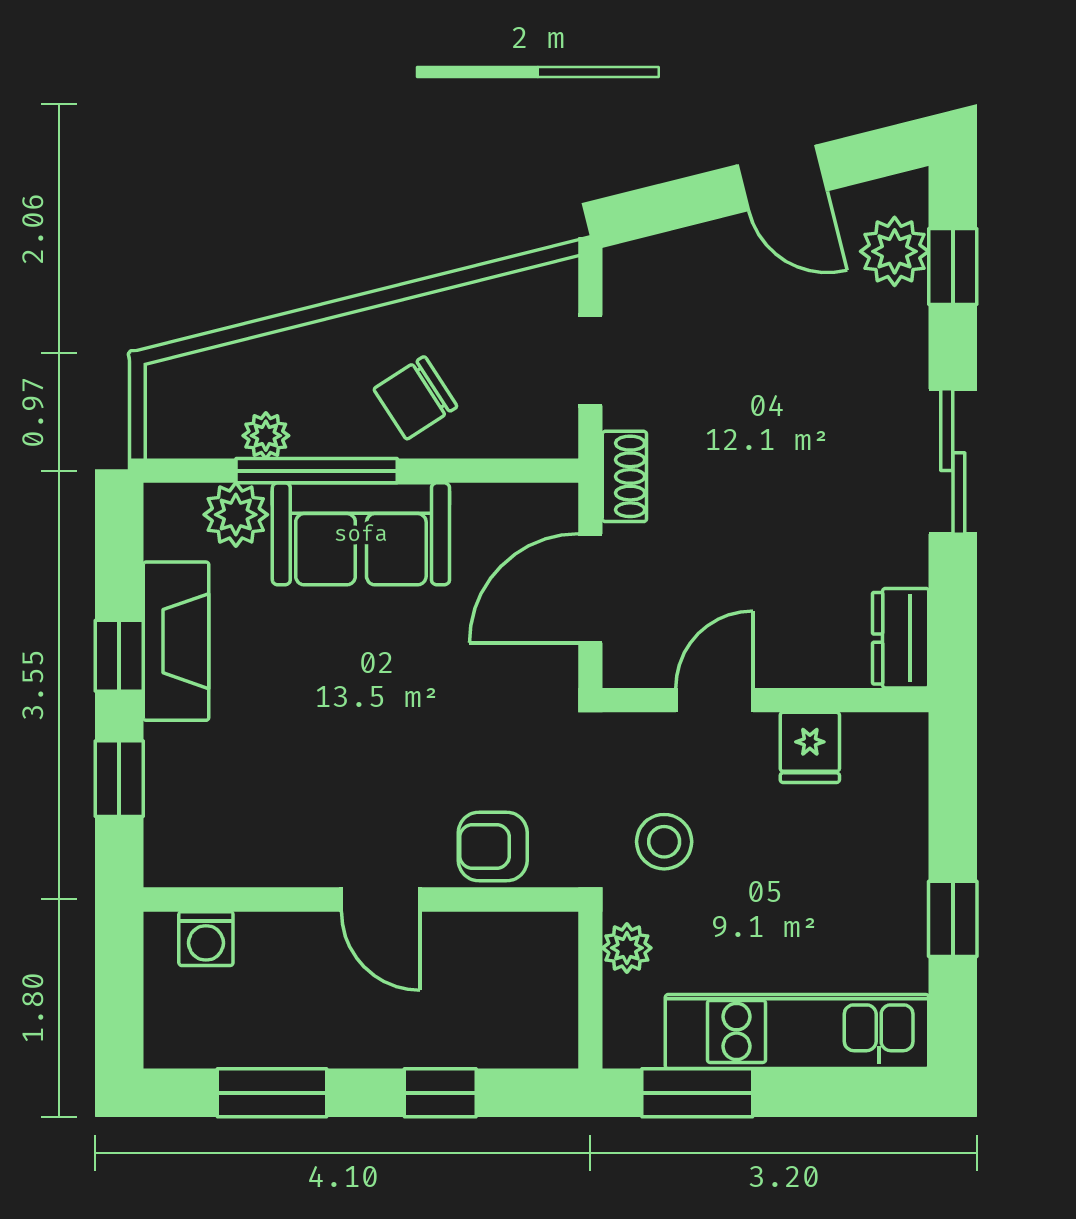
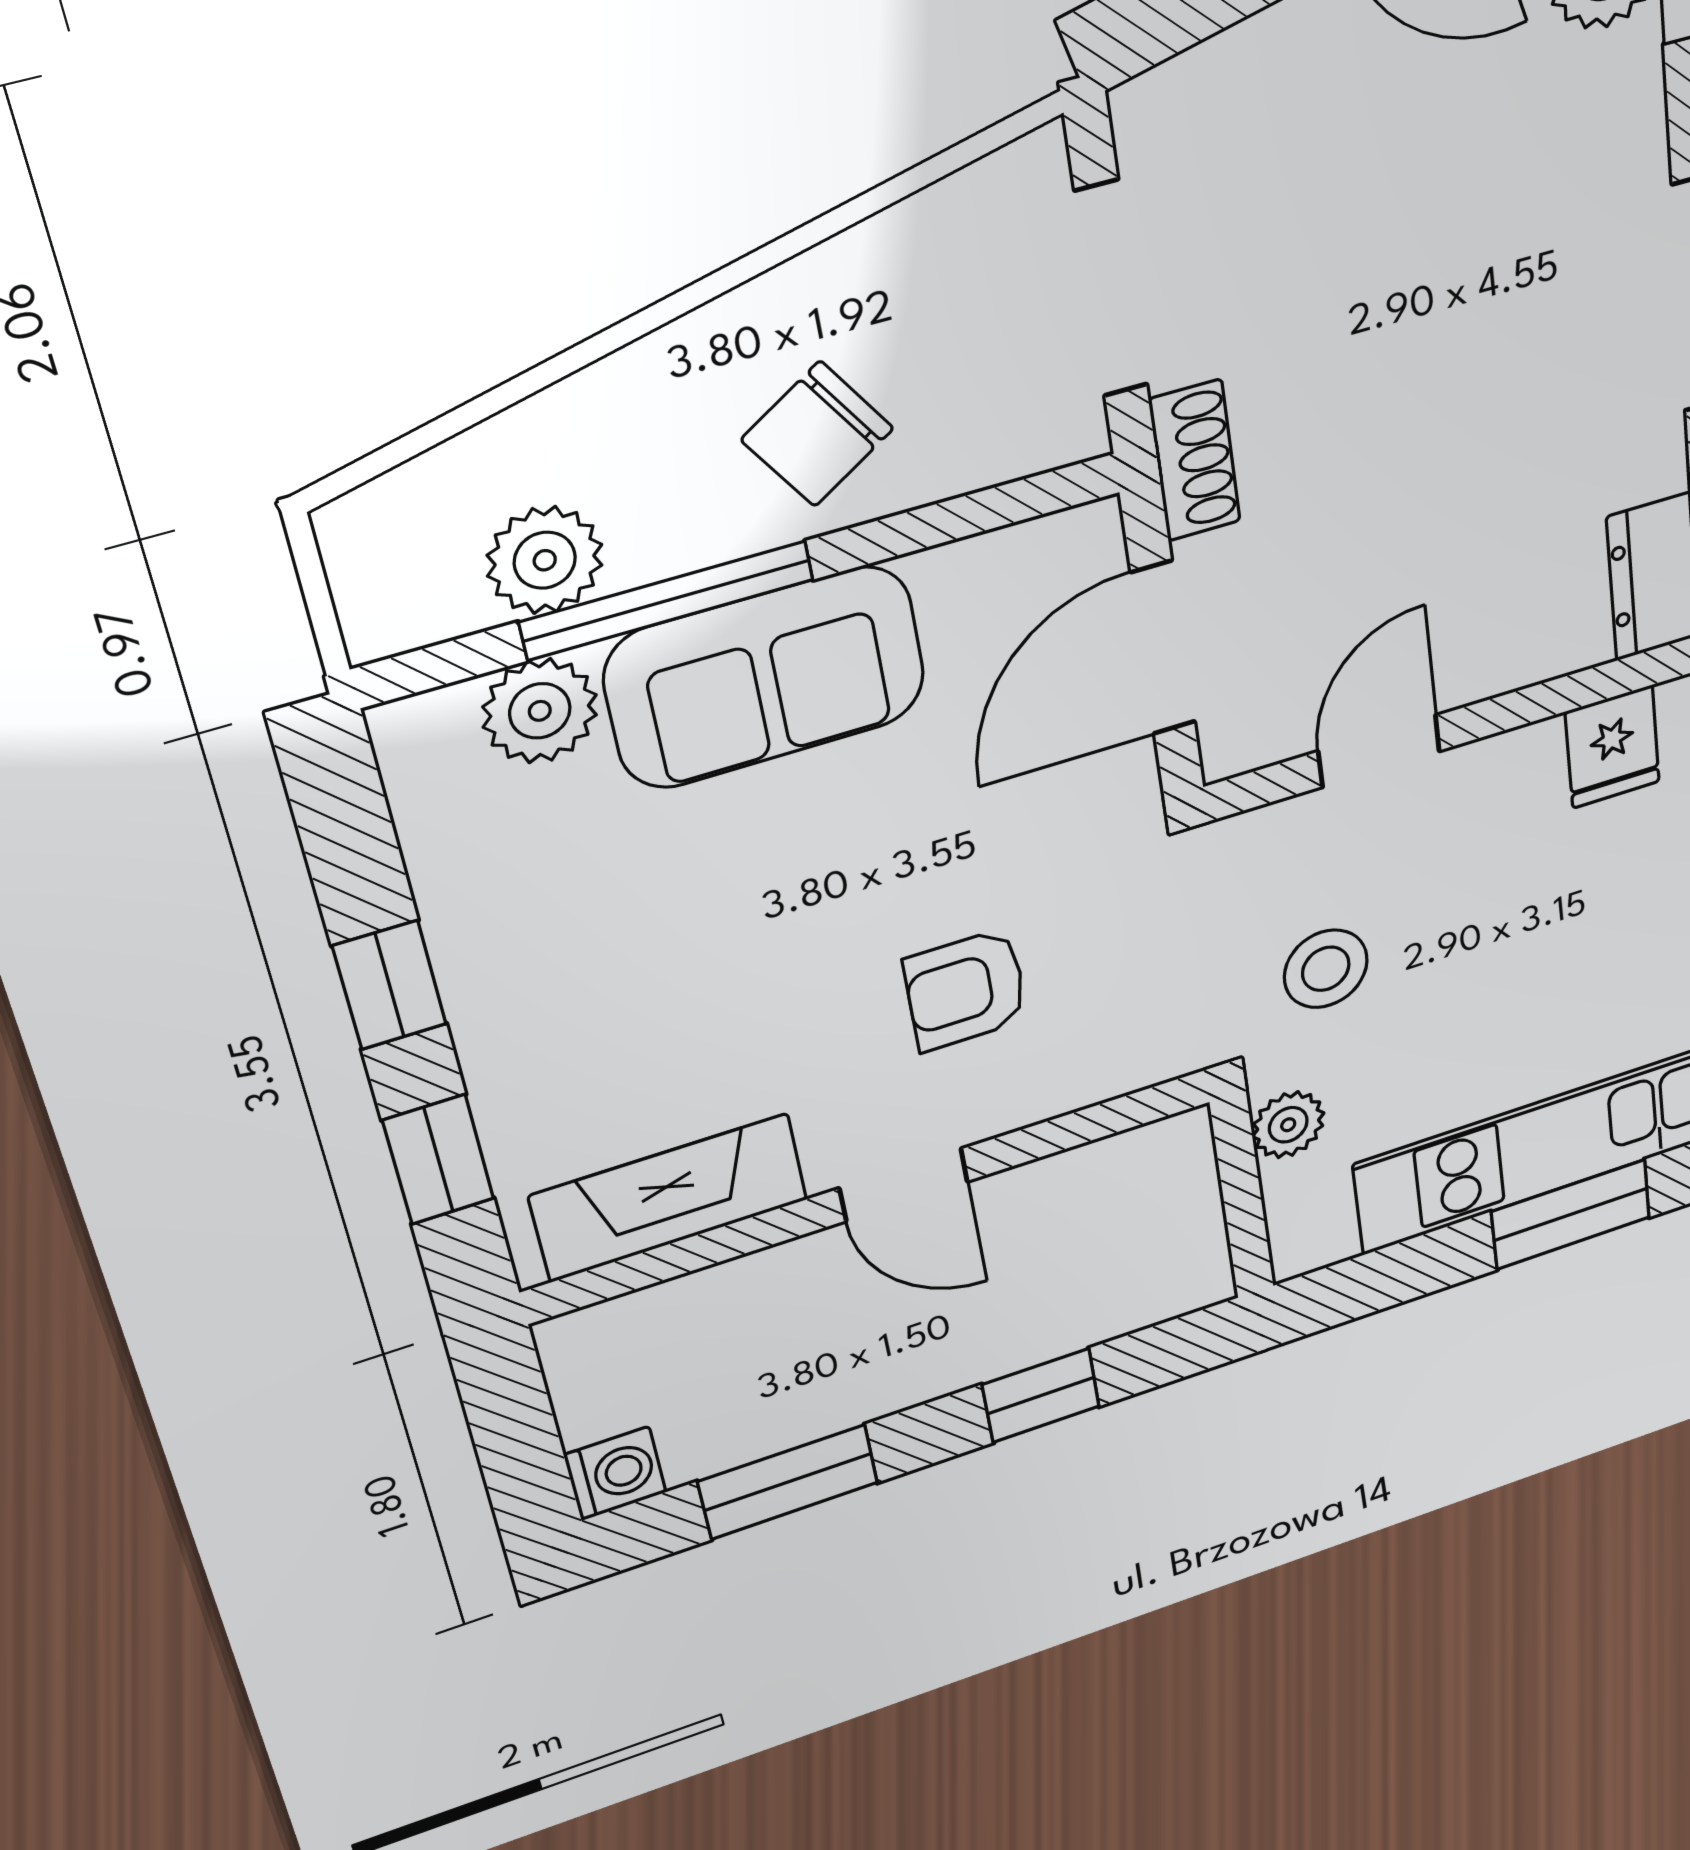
doorway: (590, 360) -> (1111, 289), width x1.38
plant: (266, 436) -> (545, 560), width x1.38, depth x1.38
fireplace: (176, 641) -> (669, 1198), moved, turned -90
fridge: (810, 747) -> (1612, 747), moved
armchair: (493, 847) -> (966, 990), moved
washing machine: (206, 939) -> (615, 1474), moved, turned -90
window: (697, 1093) -> (1571, 1214), moved

